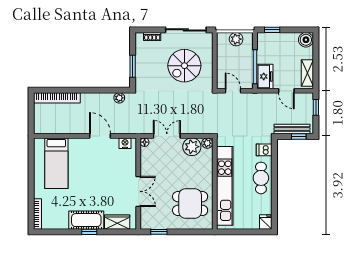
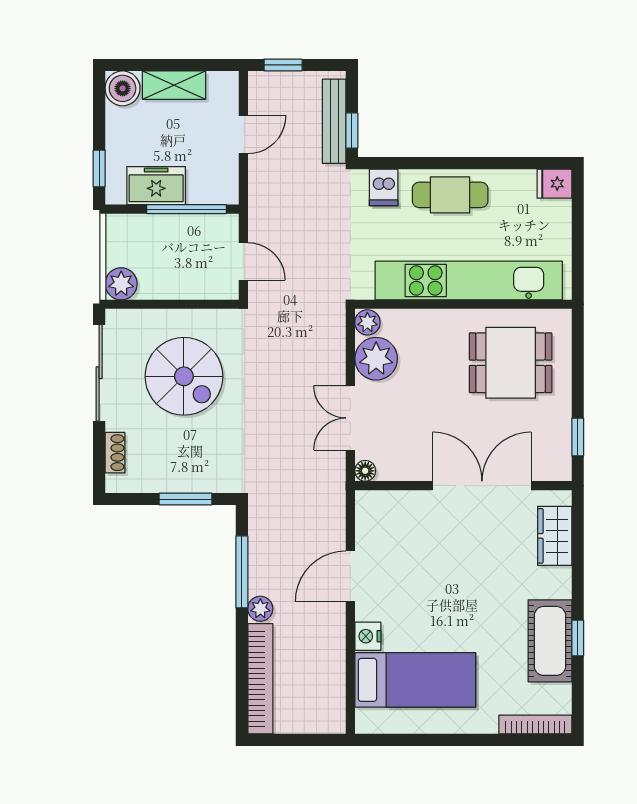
plant: (236, 39) -> (121, 284), moved
shelving: (307, 73) -> (174, 85), moved
freezer: (265, 76) -> (156, 186), moved
window: (102, 90) -> (242, 572), added
door: (233, 91) -> (243, 261), swing flipped
plant: (119, 98) -> (260, 609), moved
window: (299, 136) -> (352, 131), moved
nightstand: (125, 143) -> (368, 636), moved
double door: (138, 191) -> (482, 486), width x1.37
dining table: (190, 203) -> (511, 363), turned 90
cot: (86, 220) -> (550, 641), moved
window: (89, 232) -> (578, 638), moved

